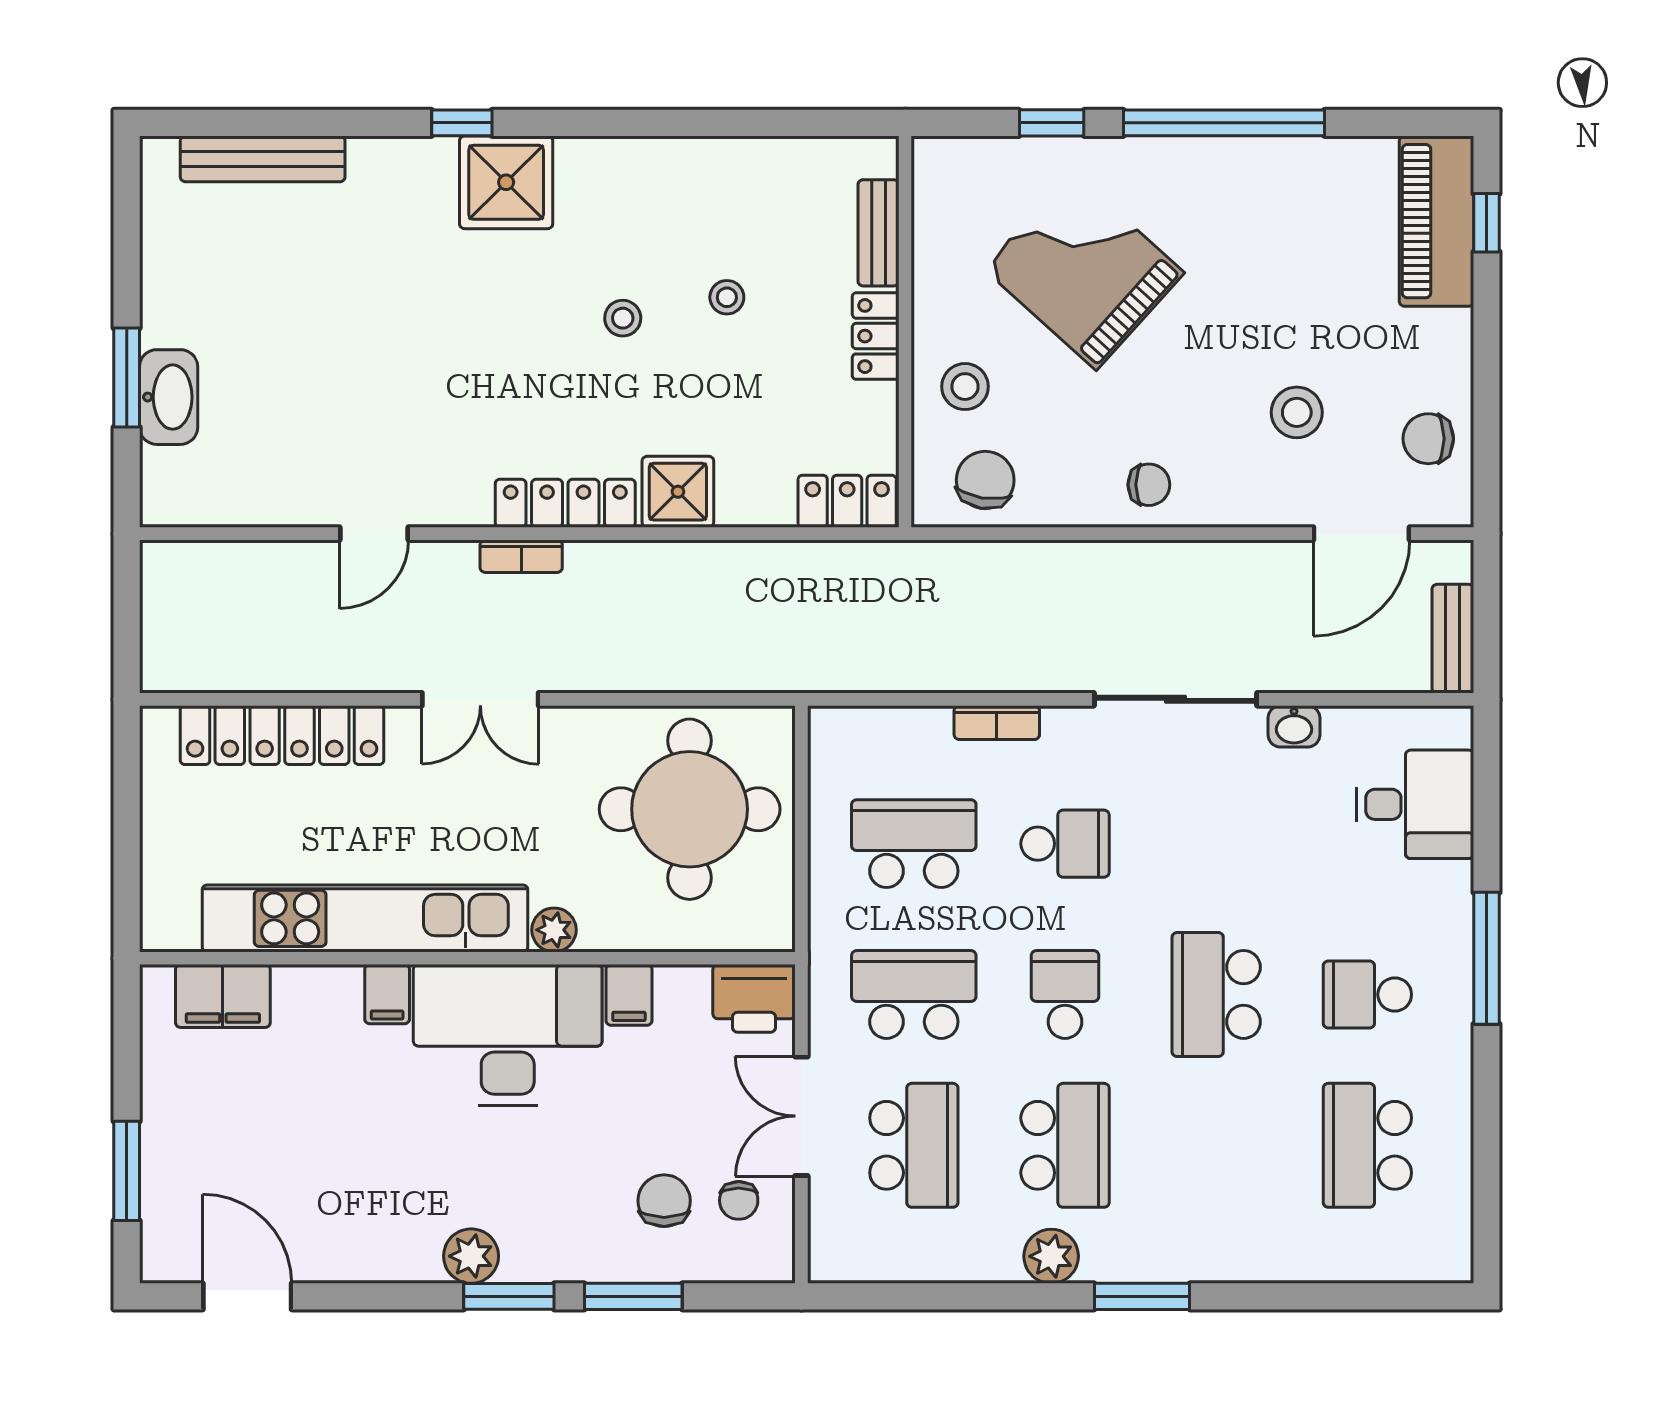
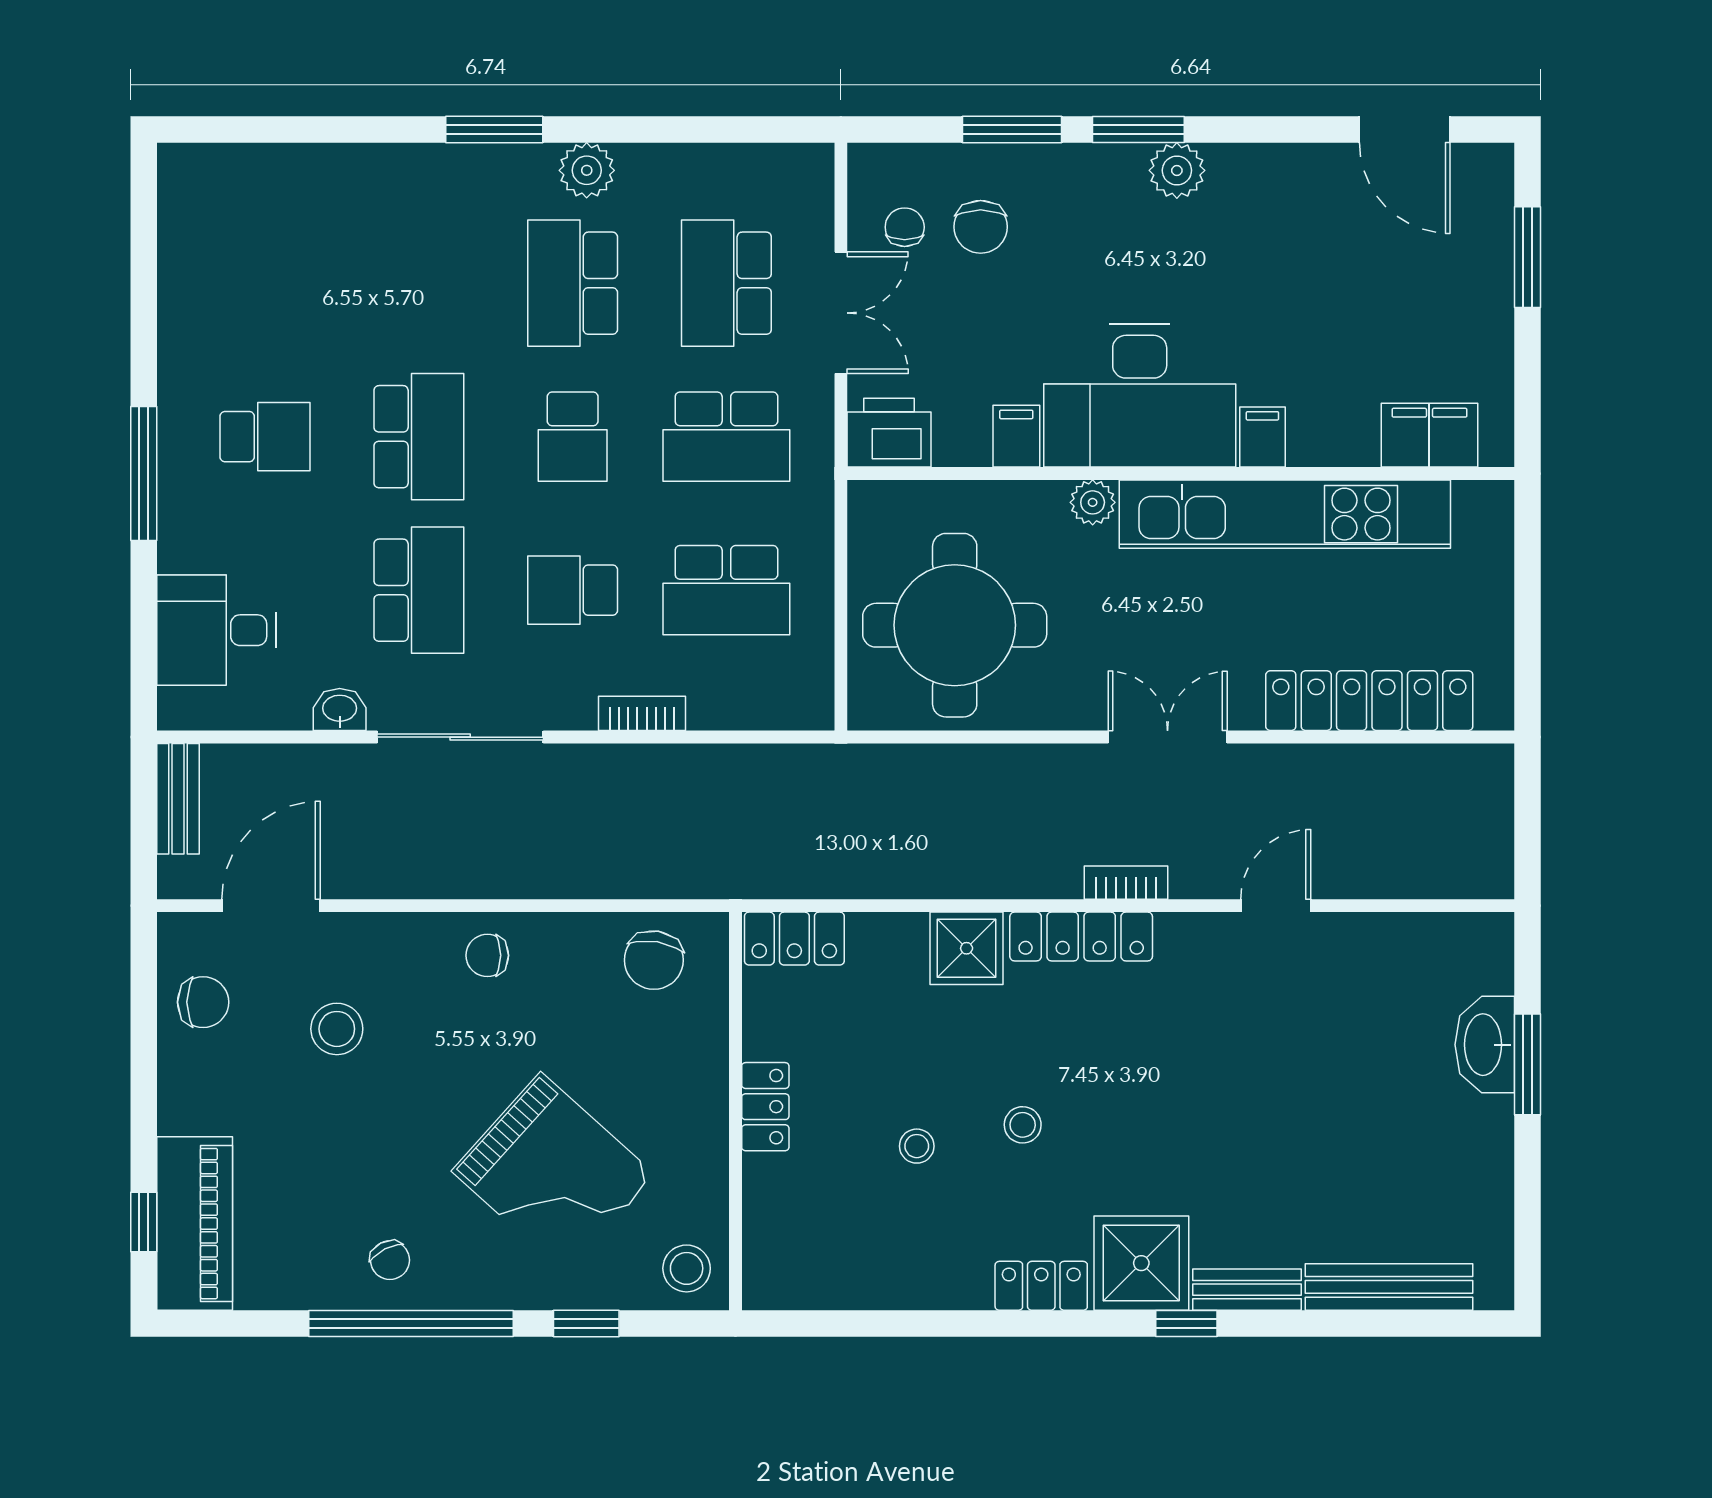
locker: (604, 160) -> (1041, 1286), added
chair: (1245, 185) -> (390, 1260), added
bench: (878, 233) -> (1247, 1290), moved, turned 90
stool: (965, 387) -> (687, 1268), moved
school desk: (1367, 1145) -> (419, 590), moved

